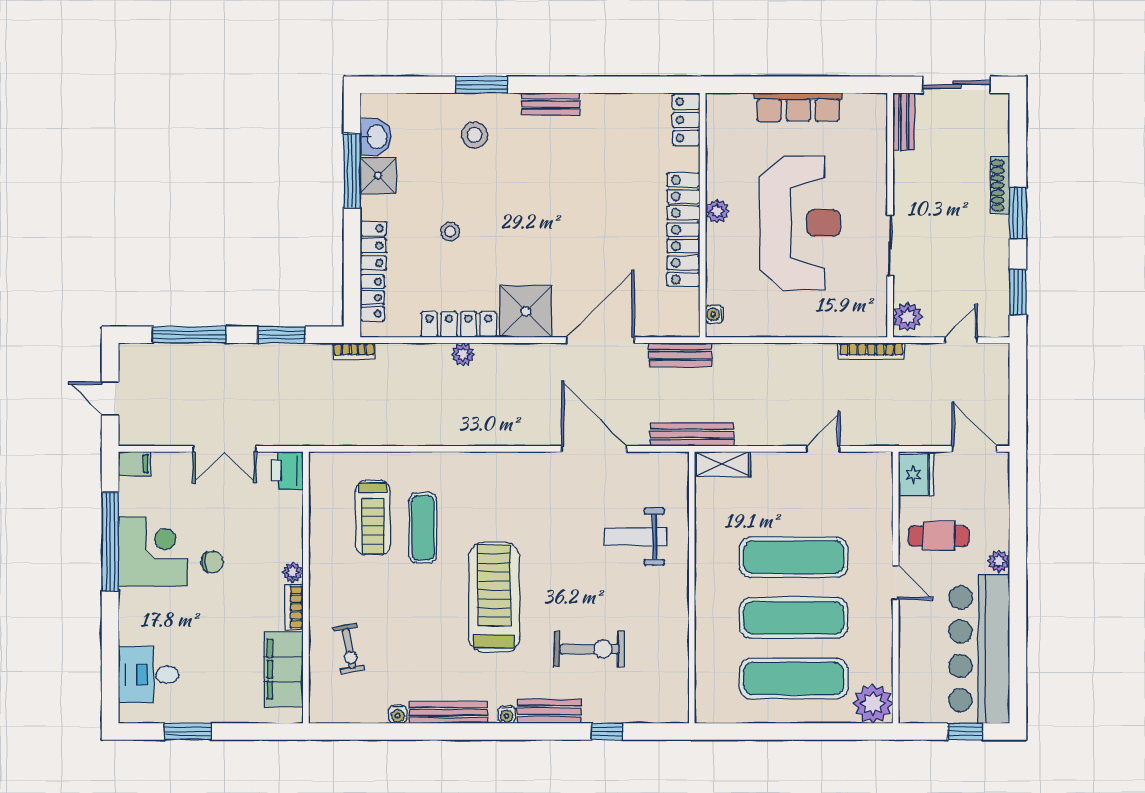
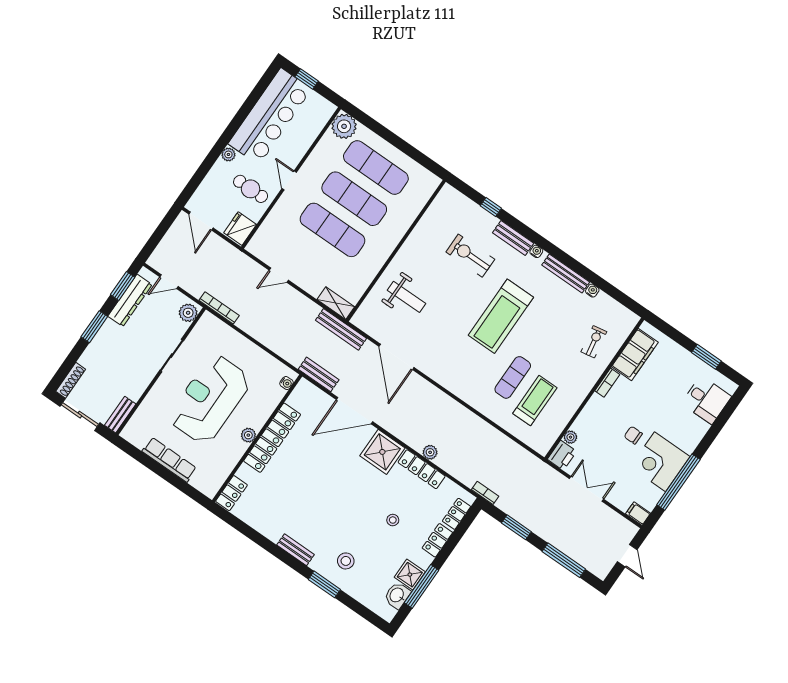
shoe rack: (1000, 185) -> (71, 380), moved
dresser: (995, 280) -> (130, 300), added
plant: (293, 572) -> (570, 437), moved

